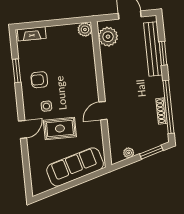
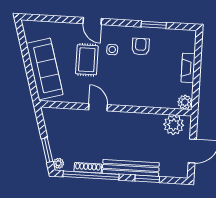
fireplace: (32, 34) -> (188, 68), moved
bench: (153, 49) -> (131, 168), moved
plant: (129, 153) -> (58, 163), moved

